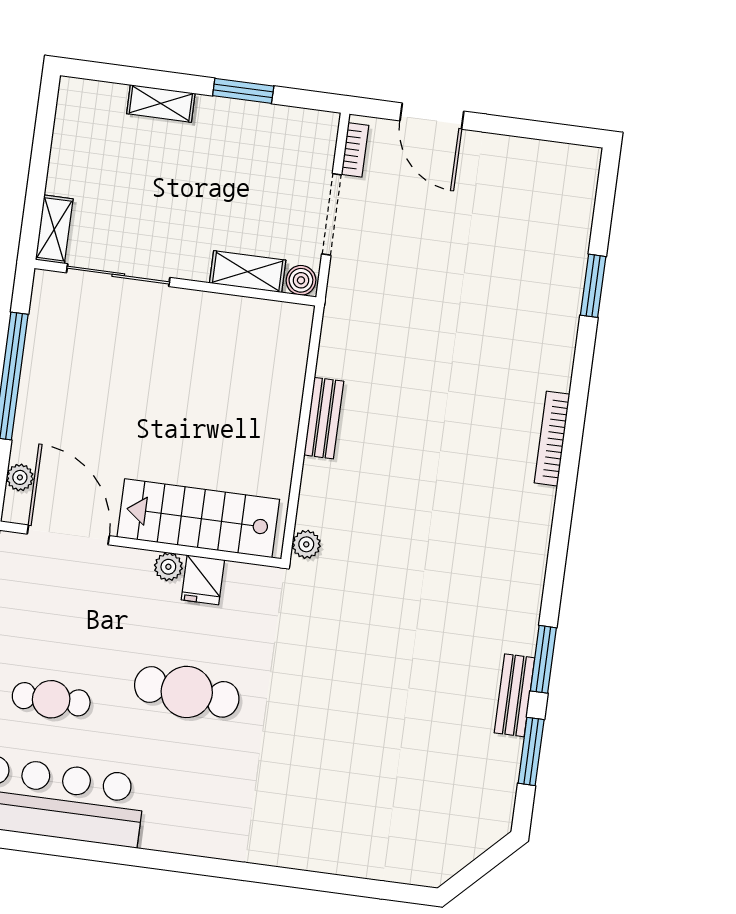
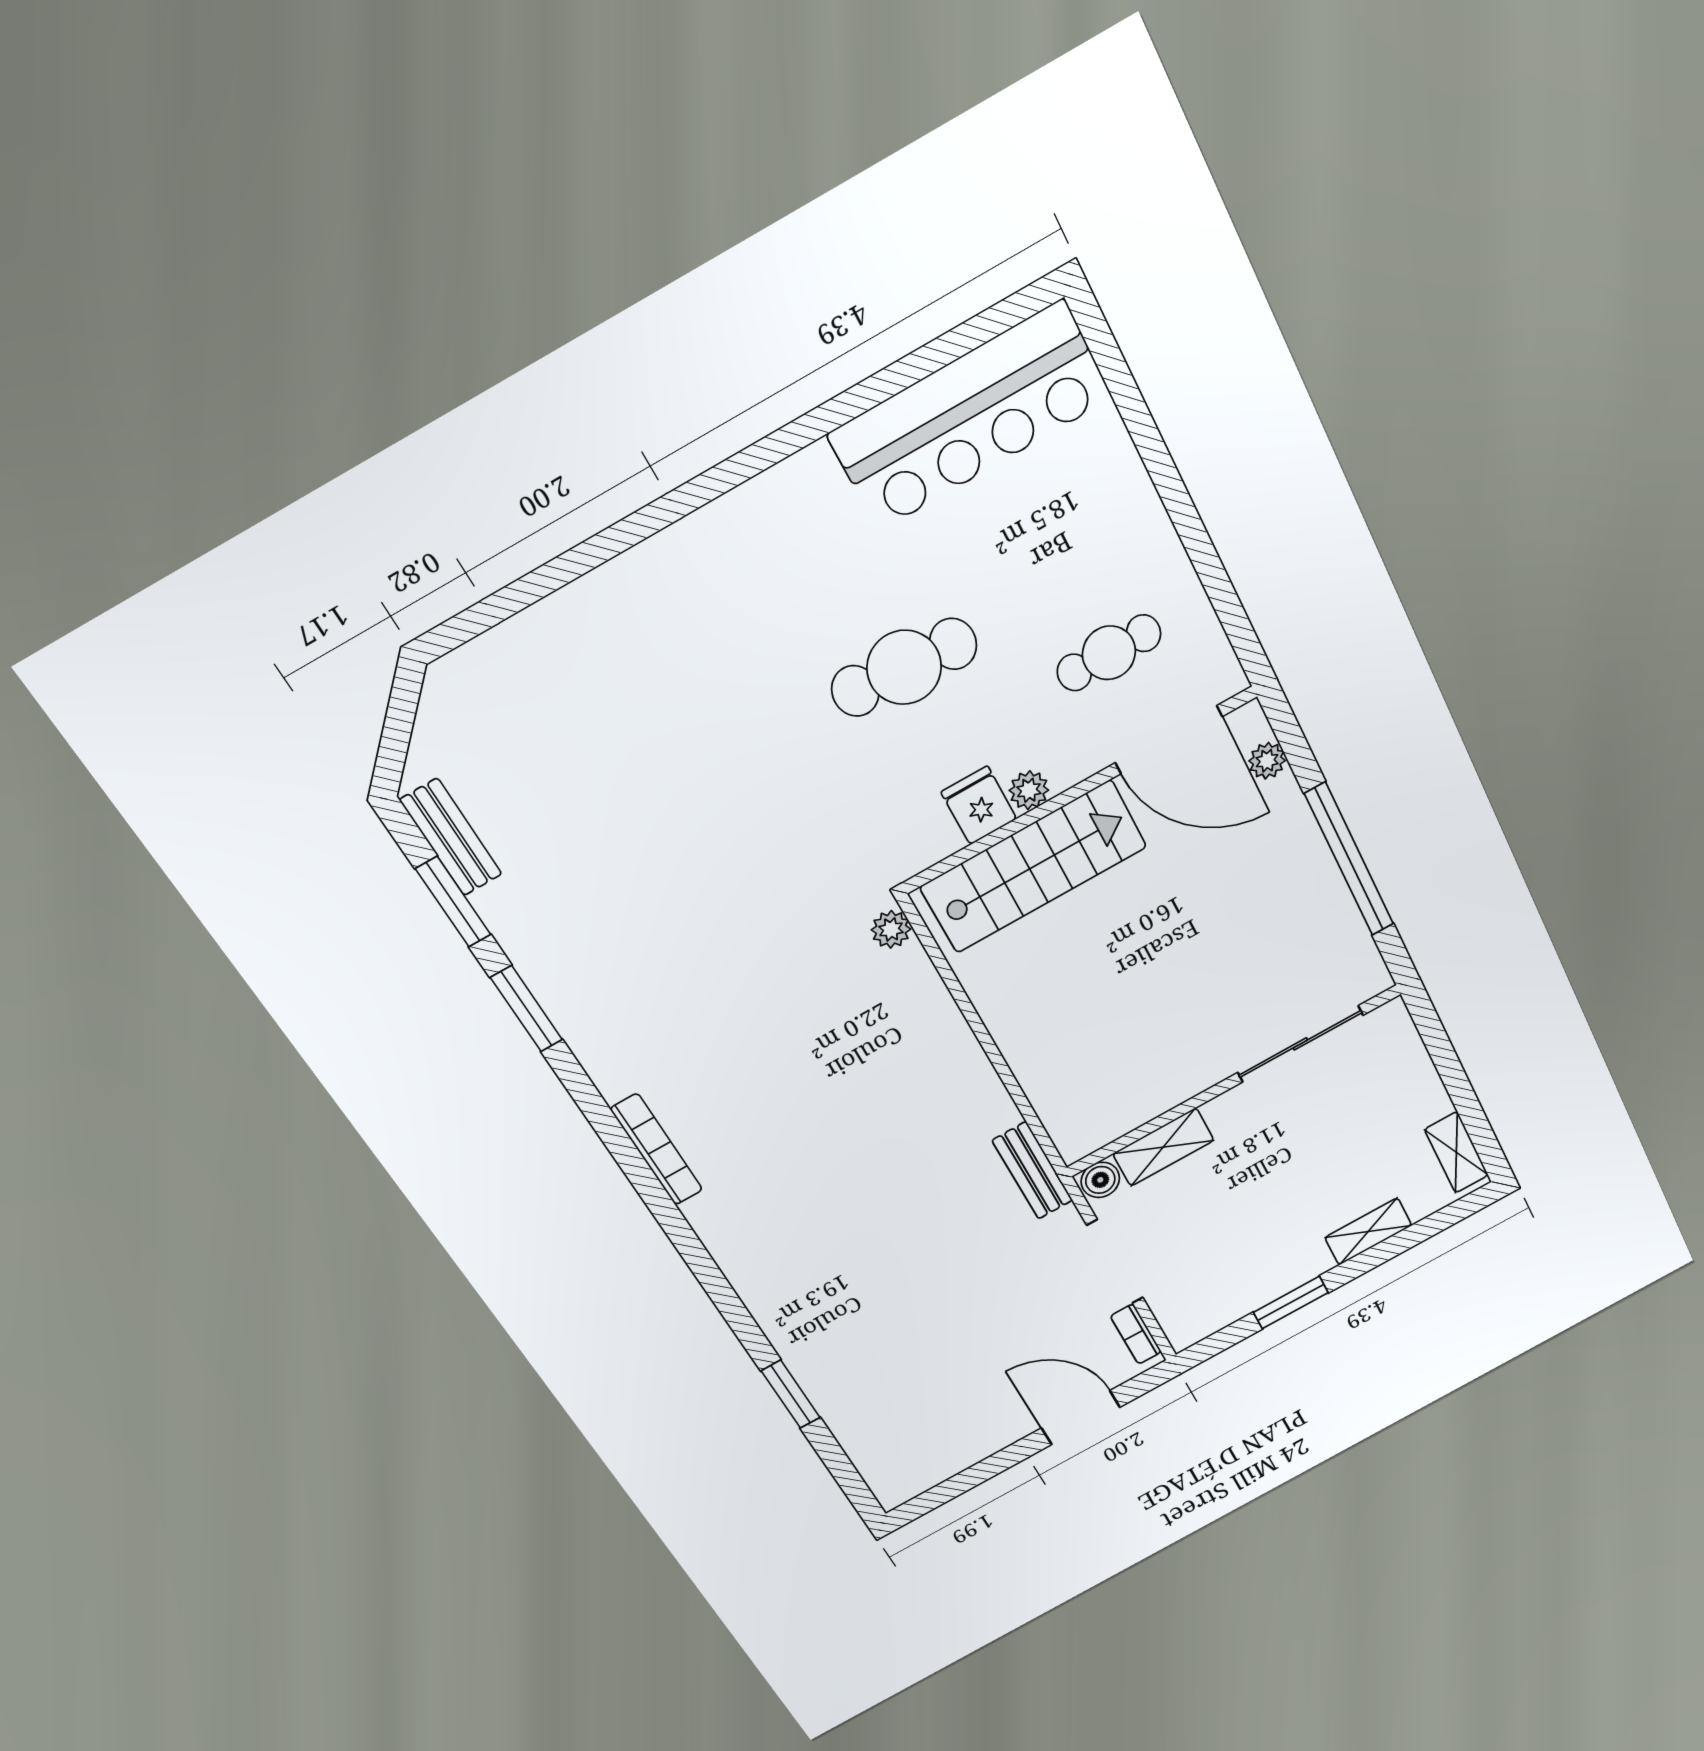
shelving: (54, 229) -> (1456, 1152), moved
bench: (324, 418) -> (1032, 1170), moved
bookcase: (552, 439) -> (657, 1149), moved
bench: (514, 695) -> (451, 837), moved
cafe table: (51, 699) -> (1109, 653), moved

